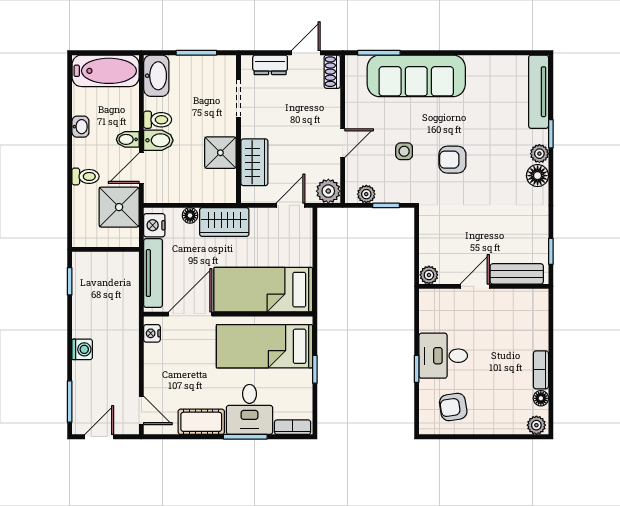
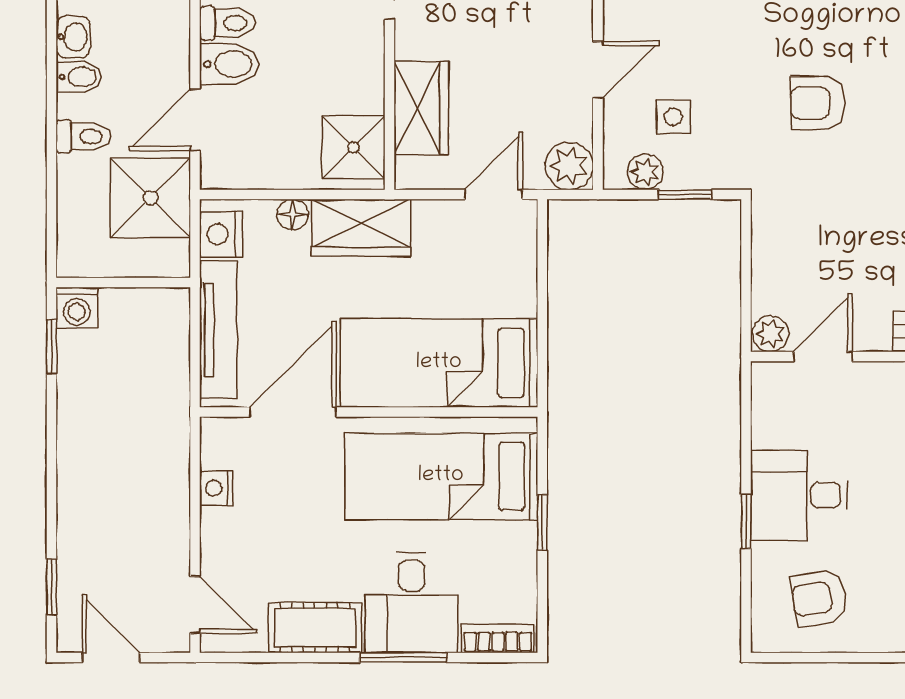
bidet: (128, 139) -> (79, 77), moved, turned 180
side table: (404, 151) -> (673, 117), moved
shower: (220, 153) -> (353, 147), moved
door: (475, 286) -> (823, 356), moved
nightstand: (152, 333) -> (216, 488), moved
washing machine: (82, 349) -> (77, 308), moved, turned 90
window: (70, 402) -> (52, 587), width x0.67
door: (99, 437) -> (111, 657), hinge flipped

